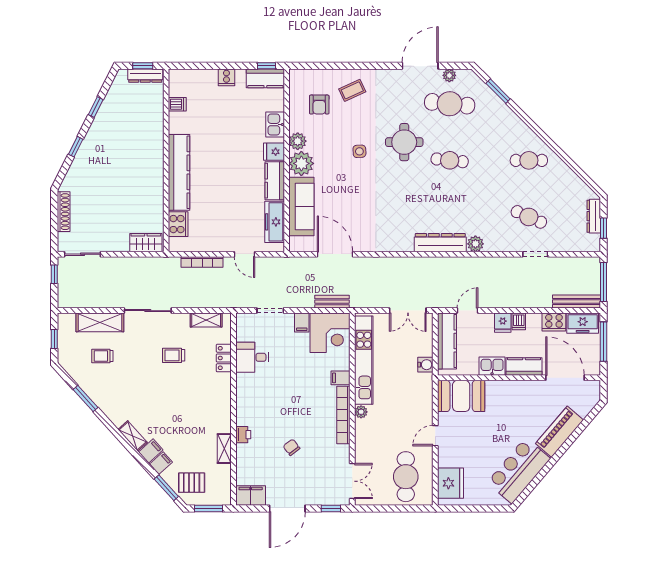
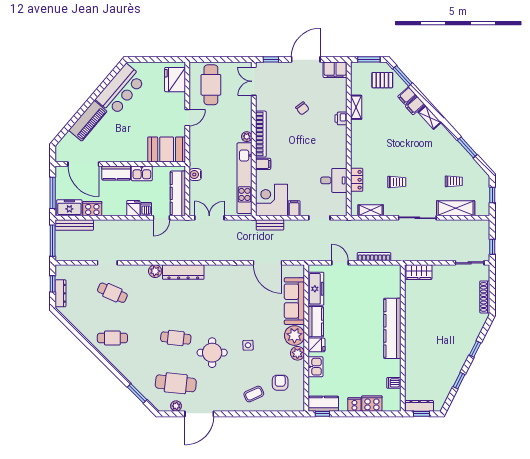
cooker: (178, 224) -> (372, 404), moved, turned 90
dishwasher: (519, 321) -> (146, 209), moved

